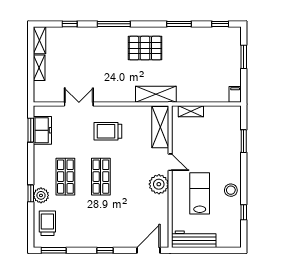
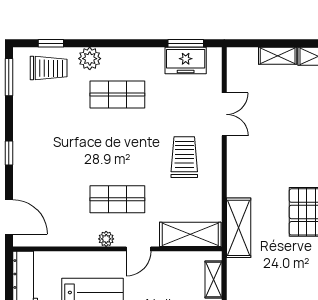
shop shelf: (101, 177) -> (117, 199), moved
plant: (159, 184) -> (106, 239), width x0.53, depth x0.53
window: (31, 193) -> (51, 43), moved

